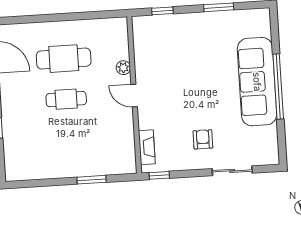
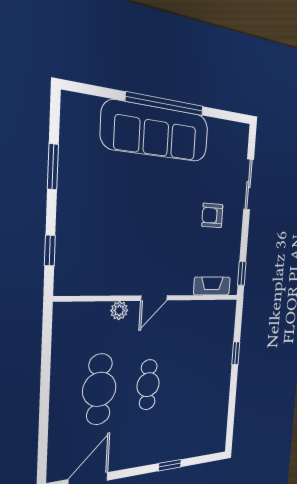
window: (92, 180) -> (236, 353), width x0.67

